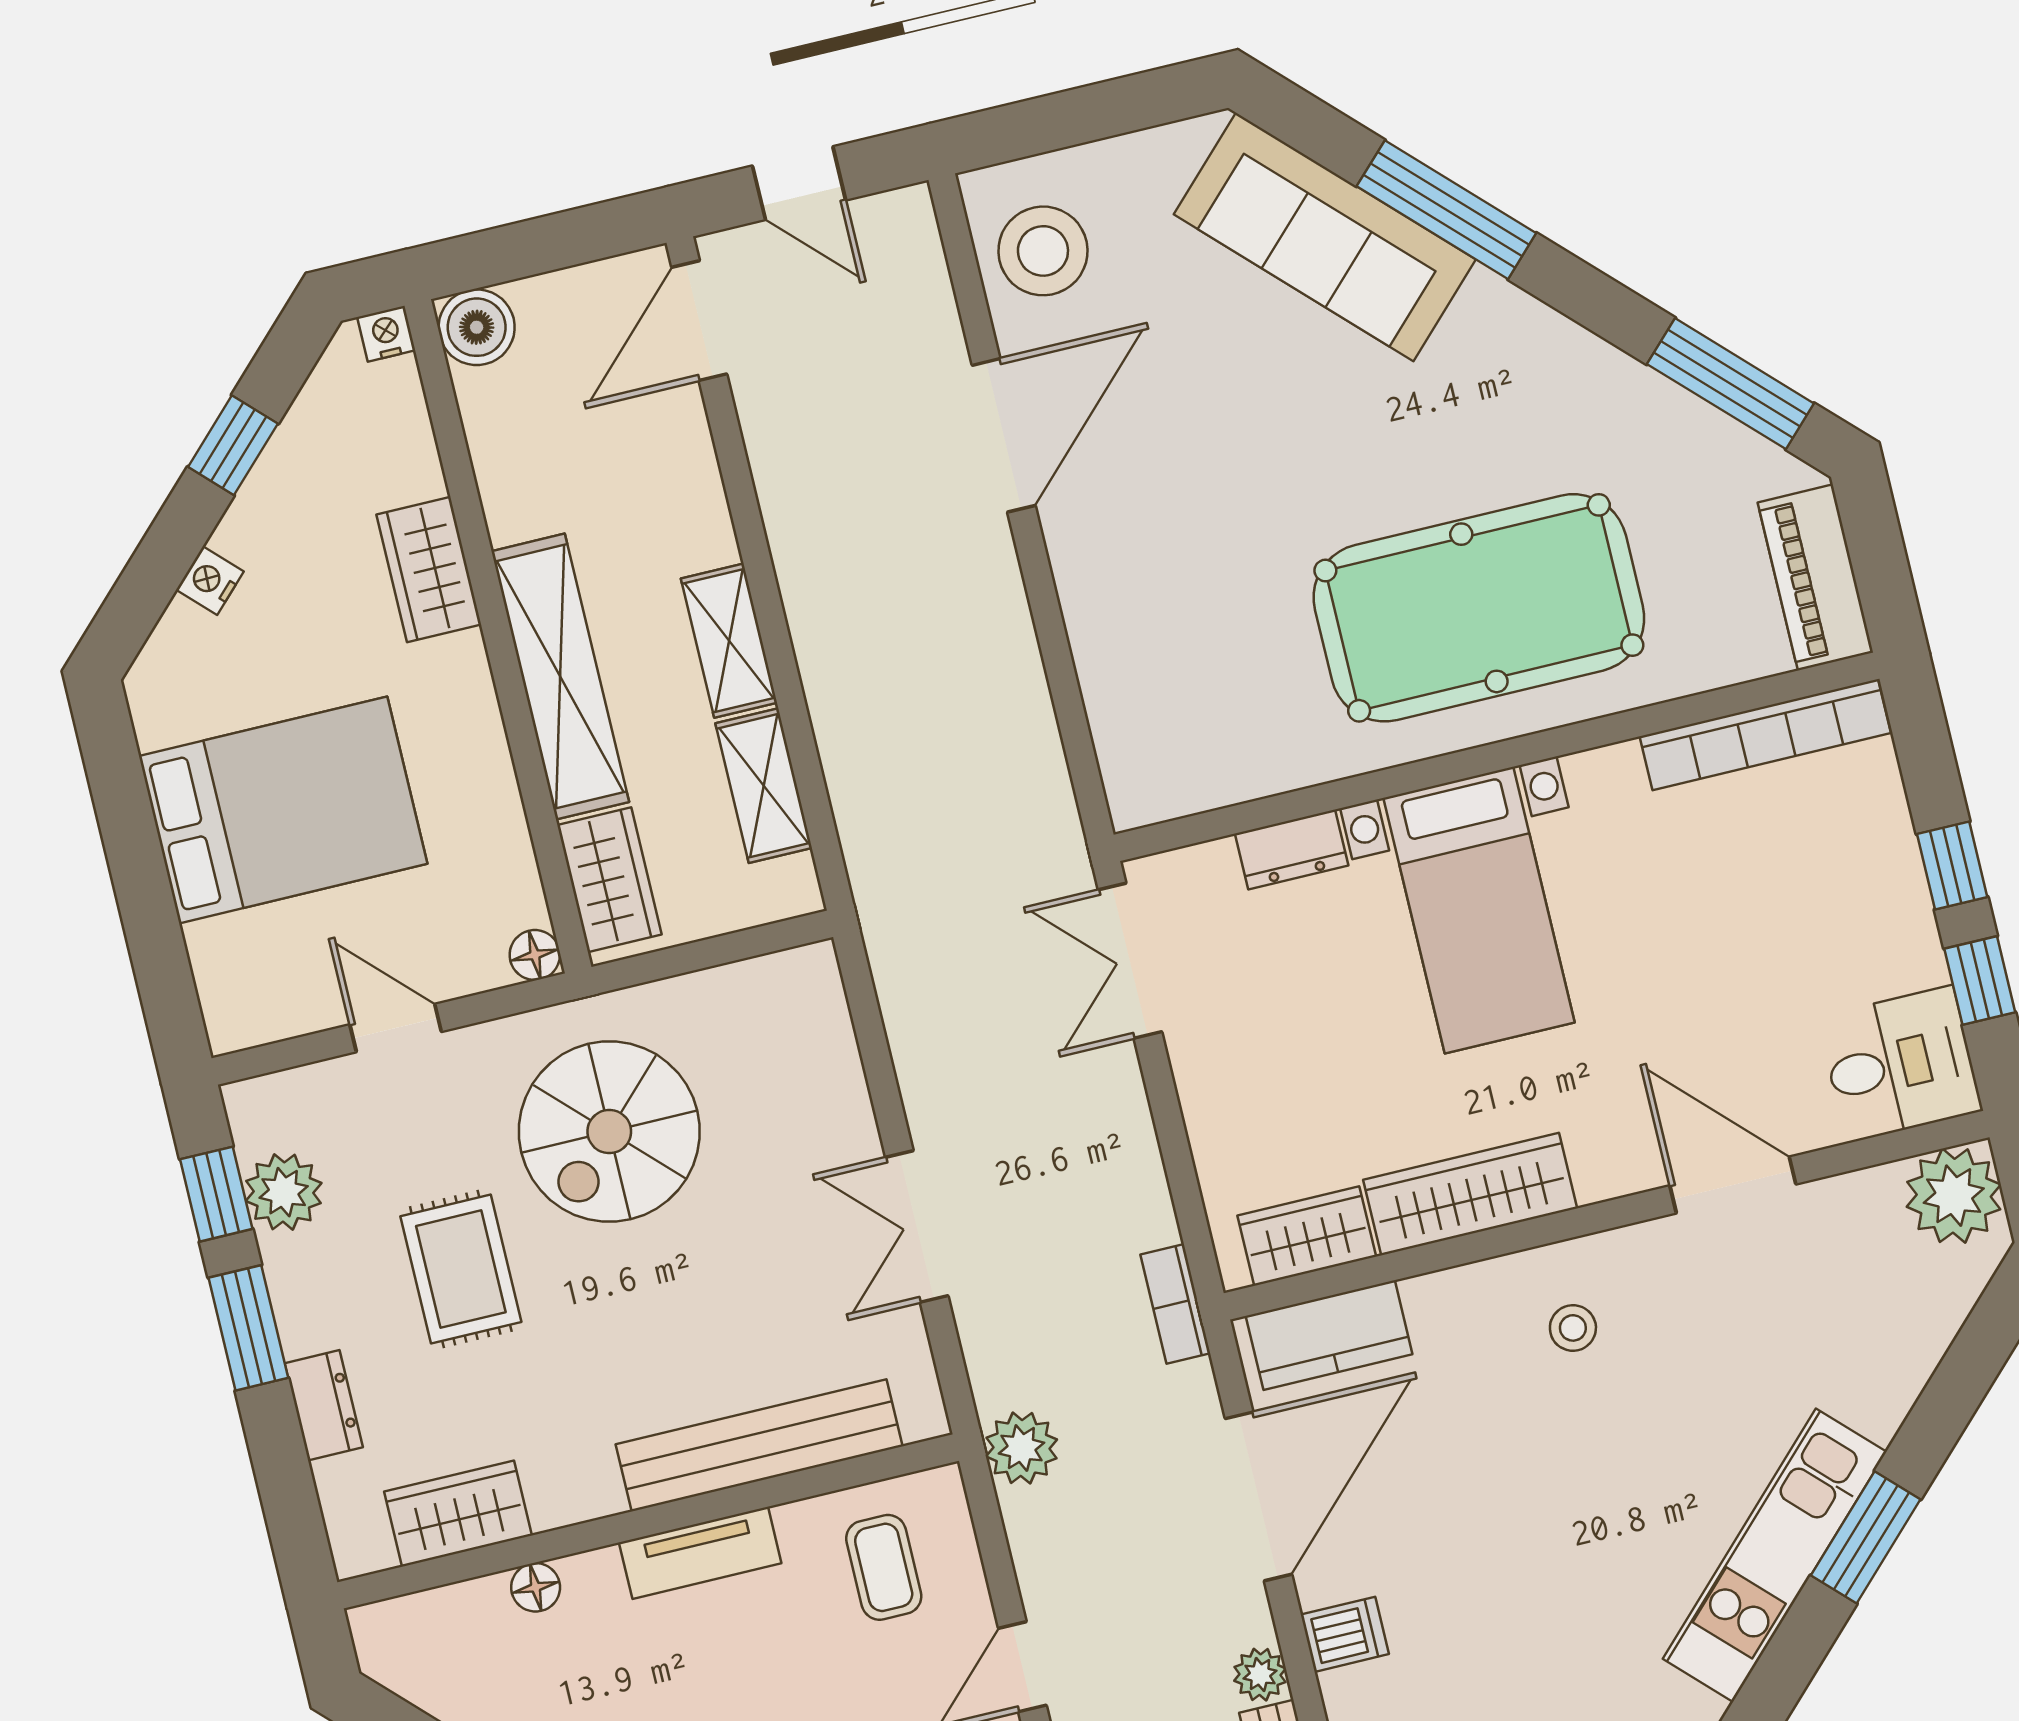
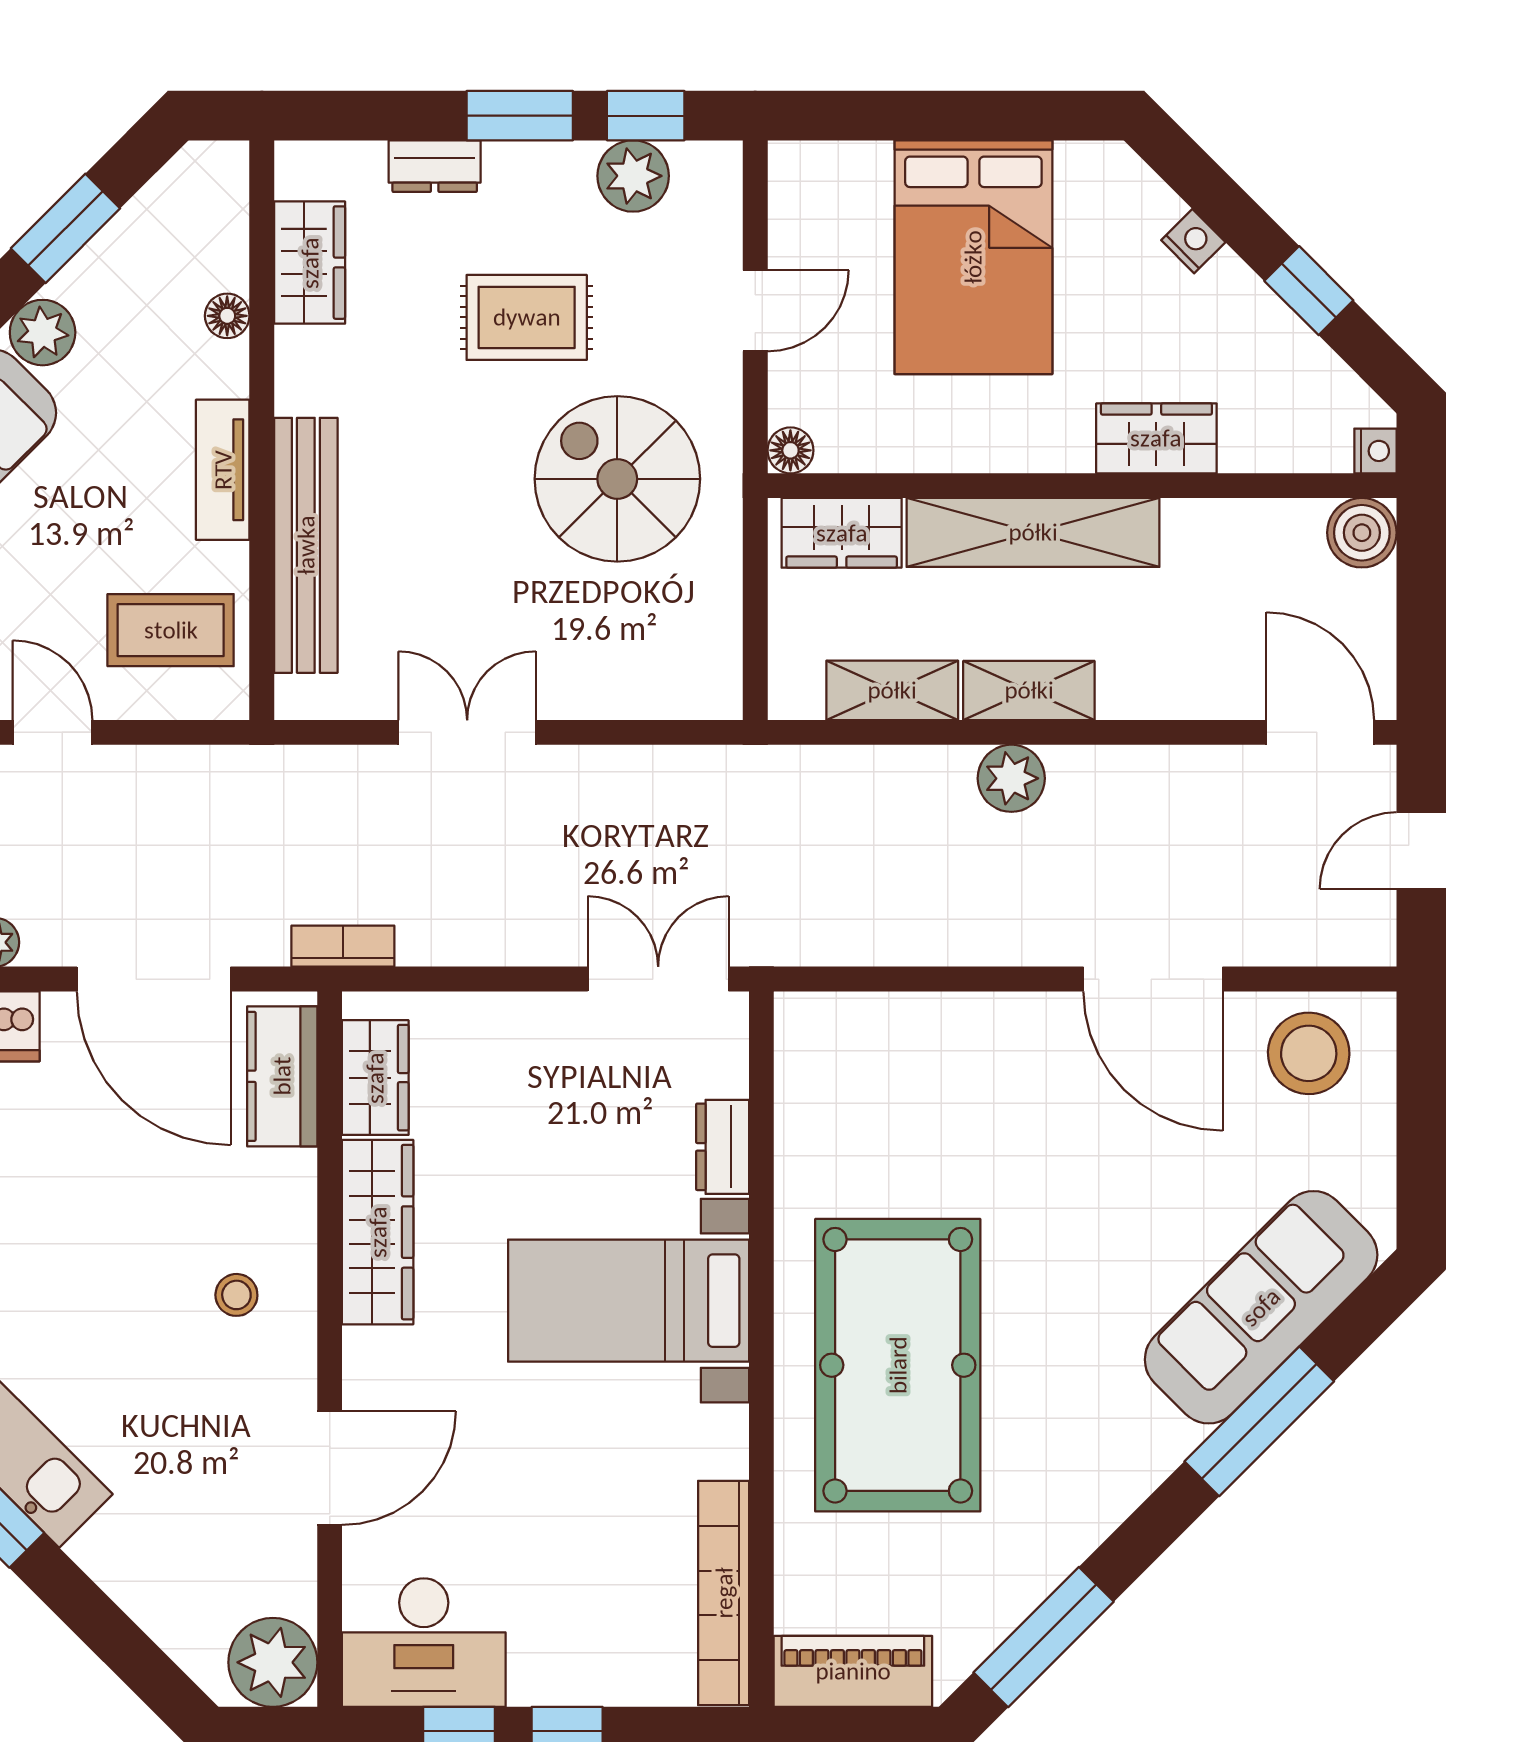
desk: (1900, 1064) -> (424, 1643), width x1.37
plant: (1021, 1448) -> (1011, 778), moved
coffee table: (884, 1567) -> (171, 630), width x1.36, depth x1.30

